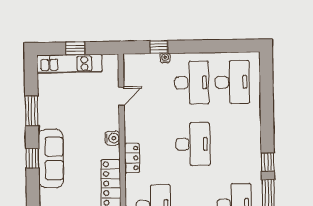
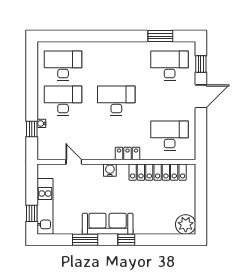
window: (75, 48) -> (32, 213), moved
sofa: (51, 158) -> (108, 224), moved
window: (268, 162) -> (133, 36), removed

